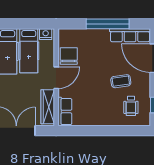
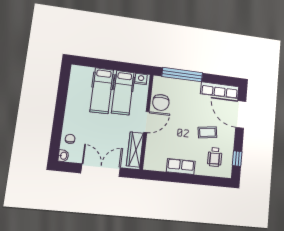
window: (108, 24) -> (182, 75), moved
chair: (69, 56) -> (161, 102), turned 180
row of seats: (65, 112) -> (181, 166), moved, turned -90

